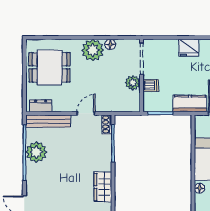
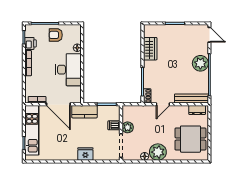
plant: (36, 152) -> (200, 63), moved

